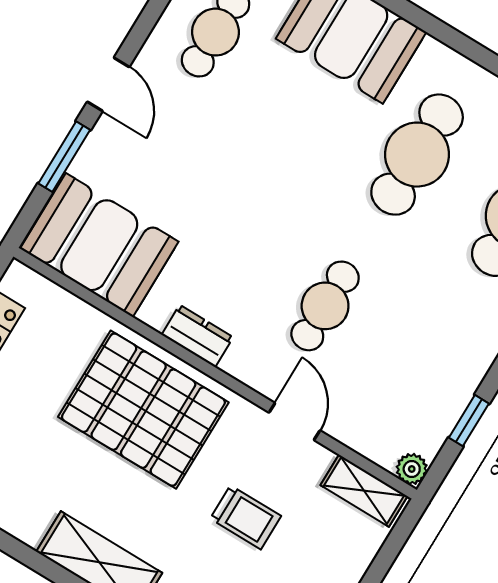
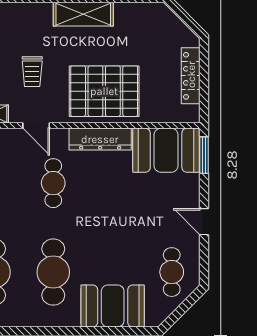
window: (64, 157) -> (204, 155), moved
dresser: (197, 336) -> (100, 139), width x1.96, depth x1.24
trolley: (246, 517) -> (32, 72), turned -90

